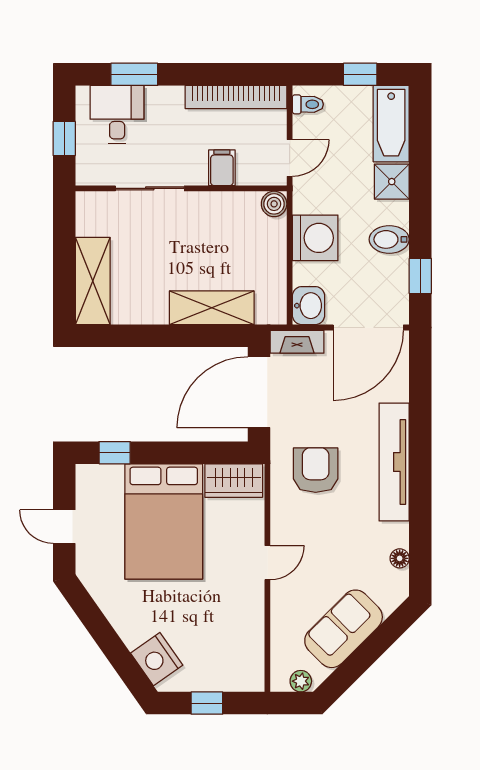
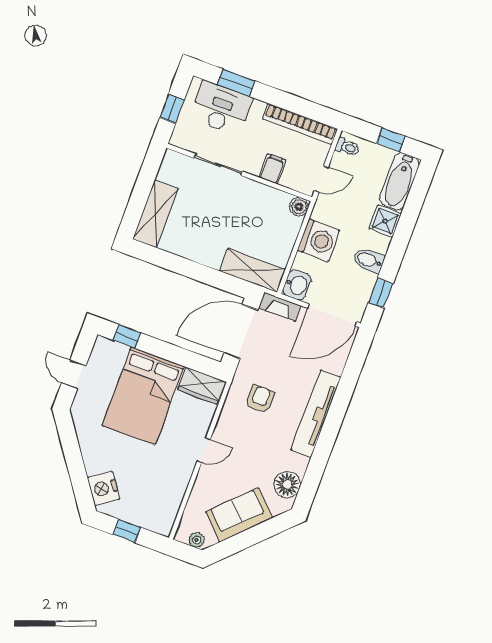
desk: (117, 114) -> (221, 108), width x1.37
shelving: (212, 308) -> (253, 270), moved
armchair: (316, 470) -> (260, 399), width x0.72, depth x0.72
floor lamp: (400, 558) -> (287, 485), width x1.89, depth x1.89

